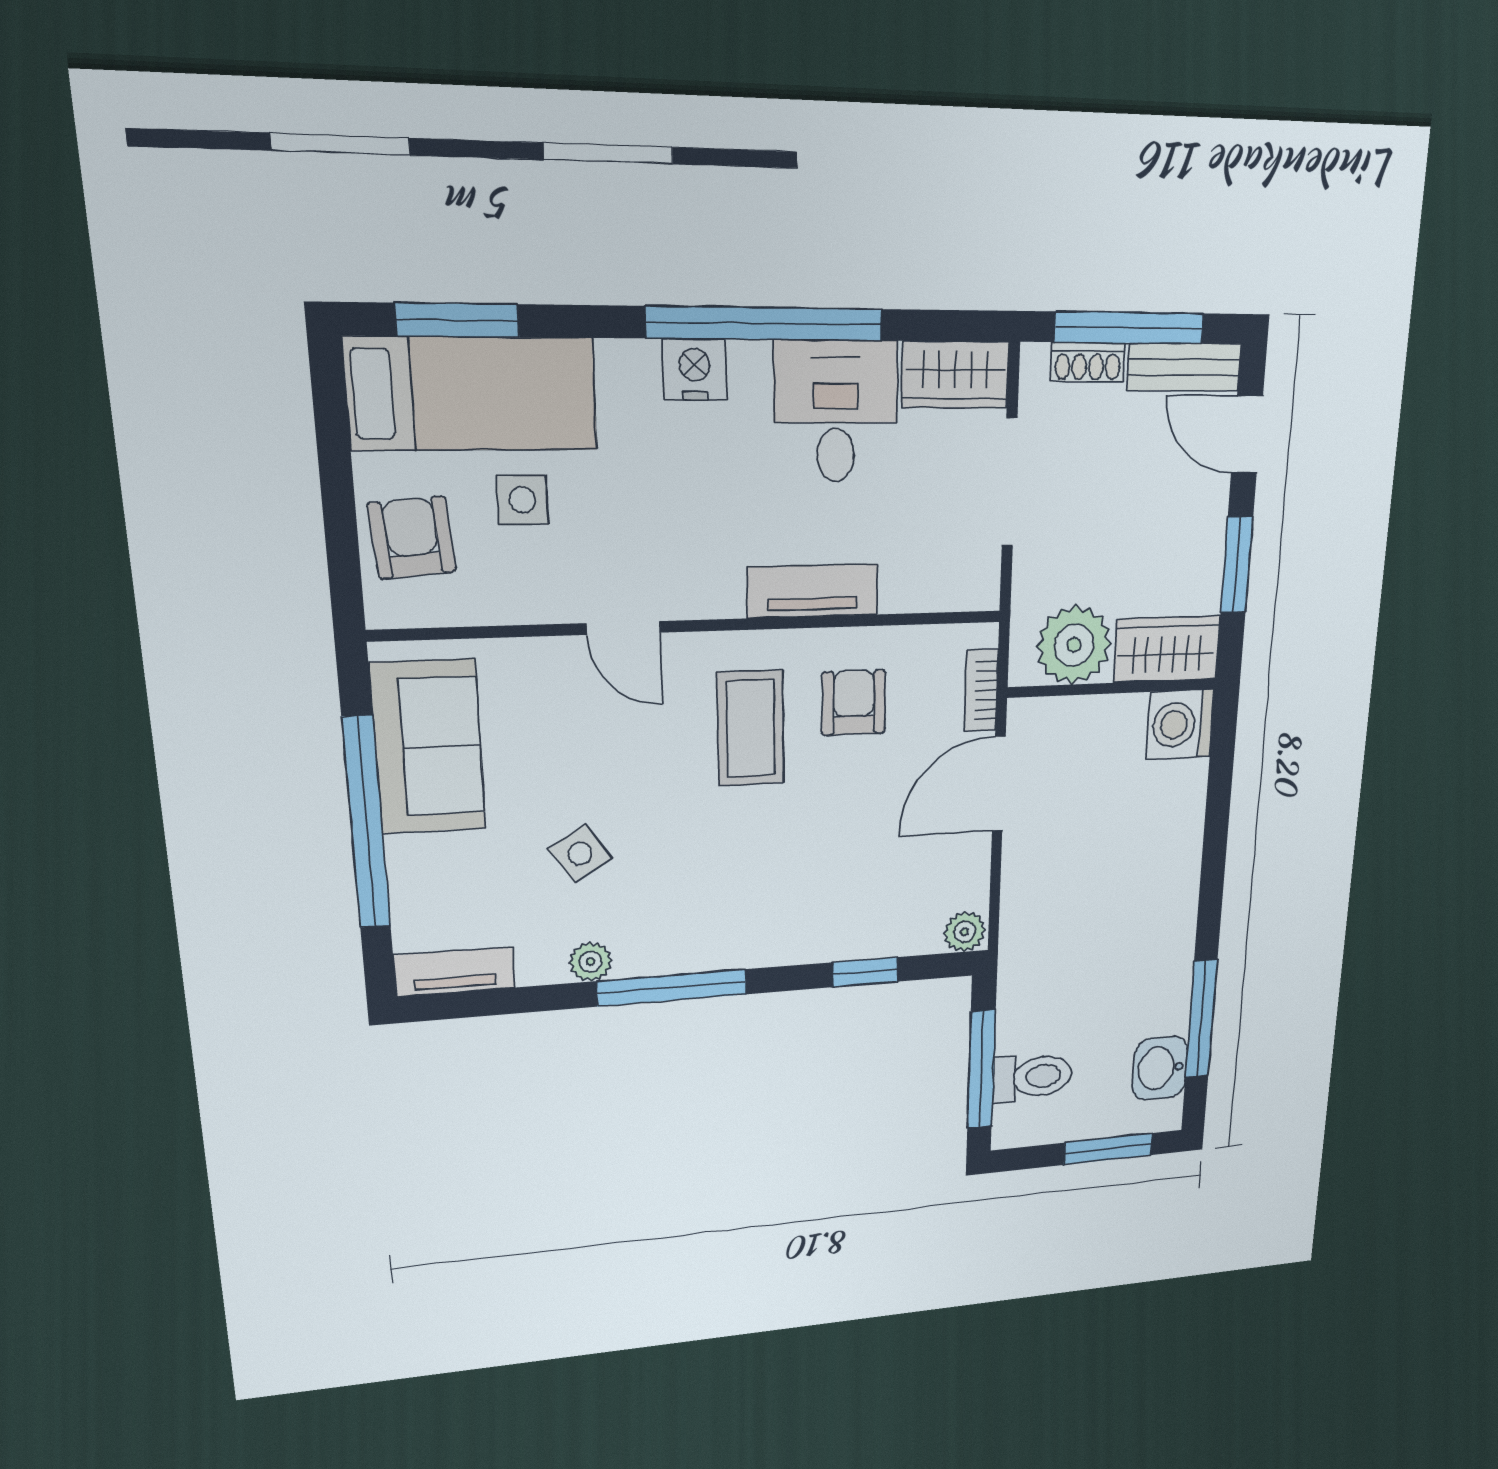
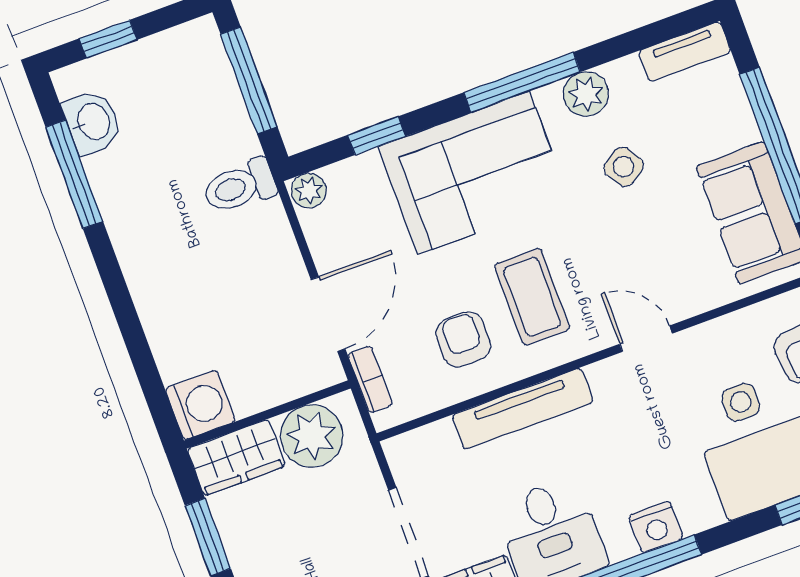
tv unit: (813, 591) -> (523, 409), width x1.41
armchair: (854, 702) -> (463, 340), turned 180
corner sofa: (768, 898) -> (473, 173), added
plant: (591, 962) -> (586, 94), width x1.38, depth x1.38
toilet: (1032, 1077) -> (239, 186), moved
window: (1108, 1149) -> (108, 39), width x0.67

